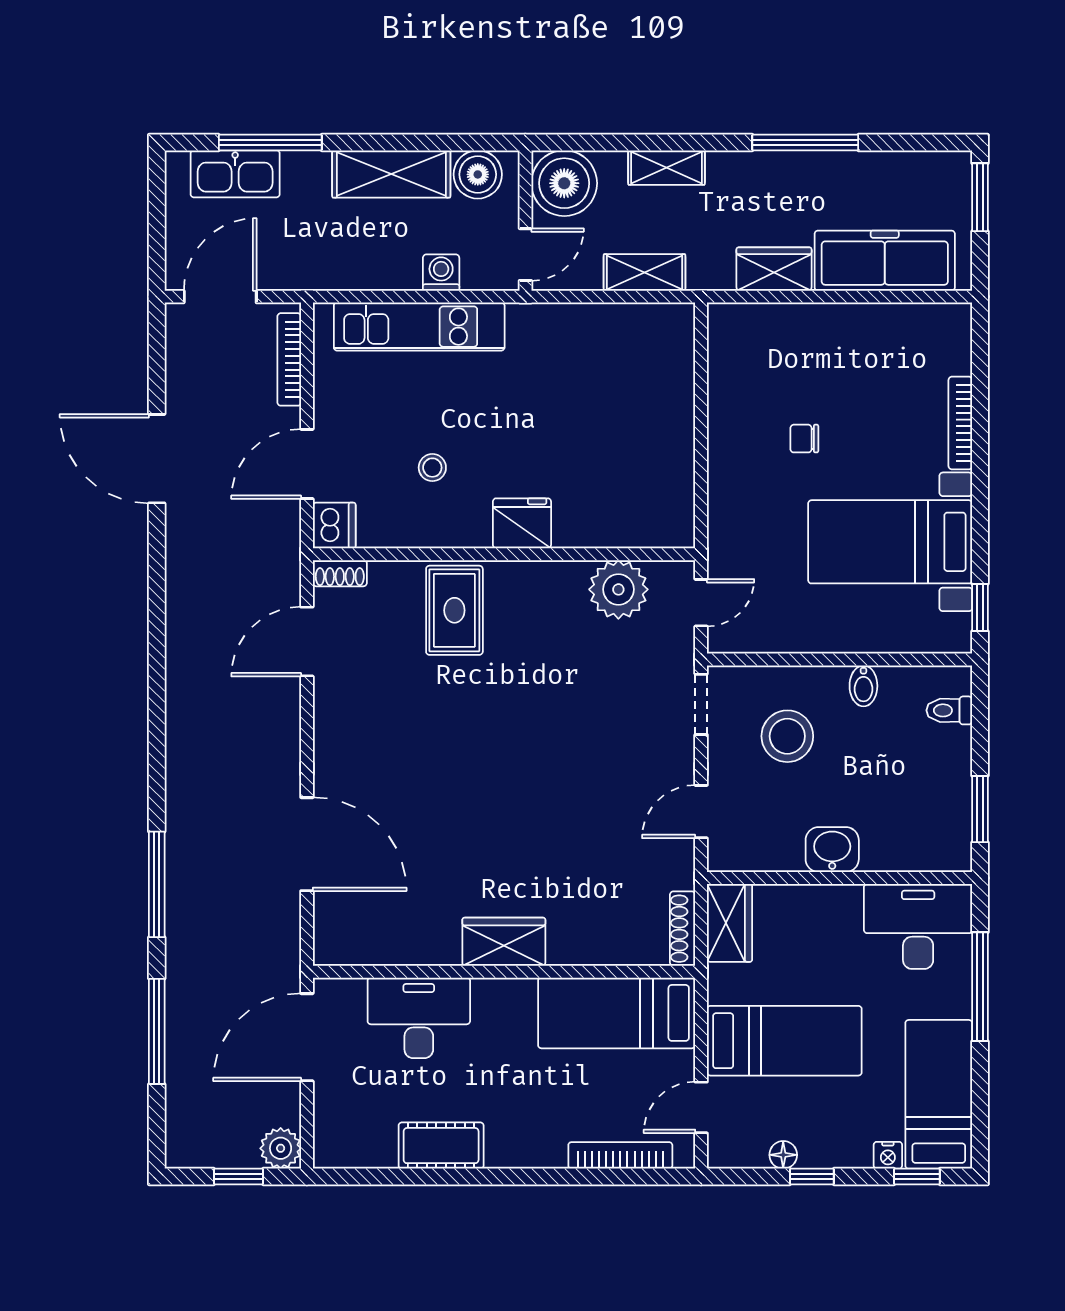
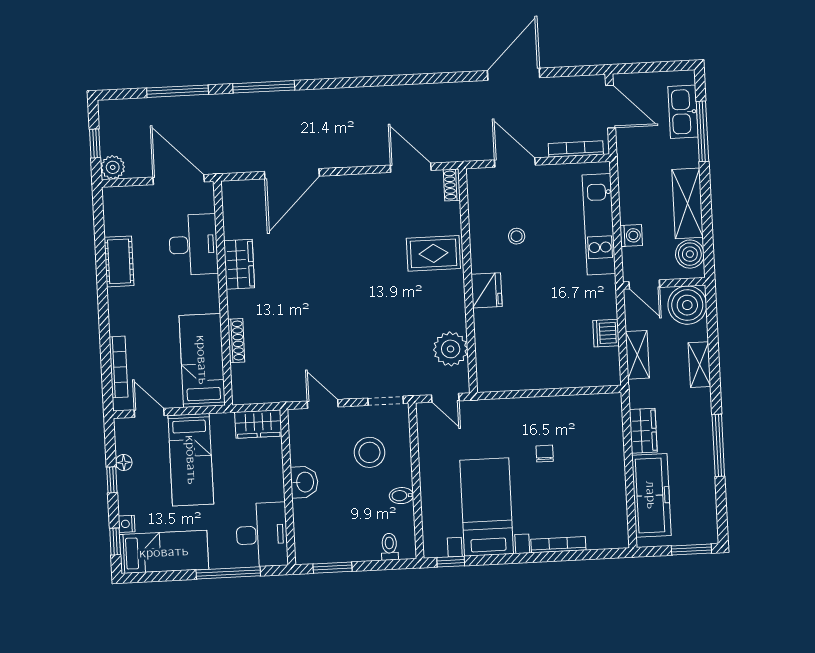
dishwasher: (334, 525) -> (606, 333), moved, turned 90
shoe rack: (683, 929) -> (236, 341), moved, turned 90
wardrobe: (504, 942) -> (239, 264), moved

